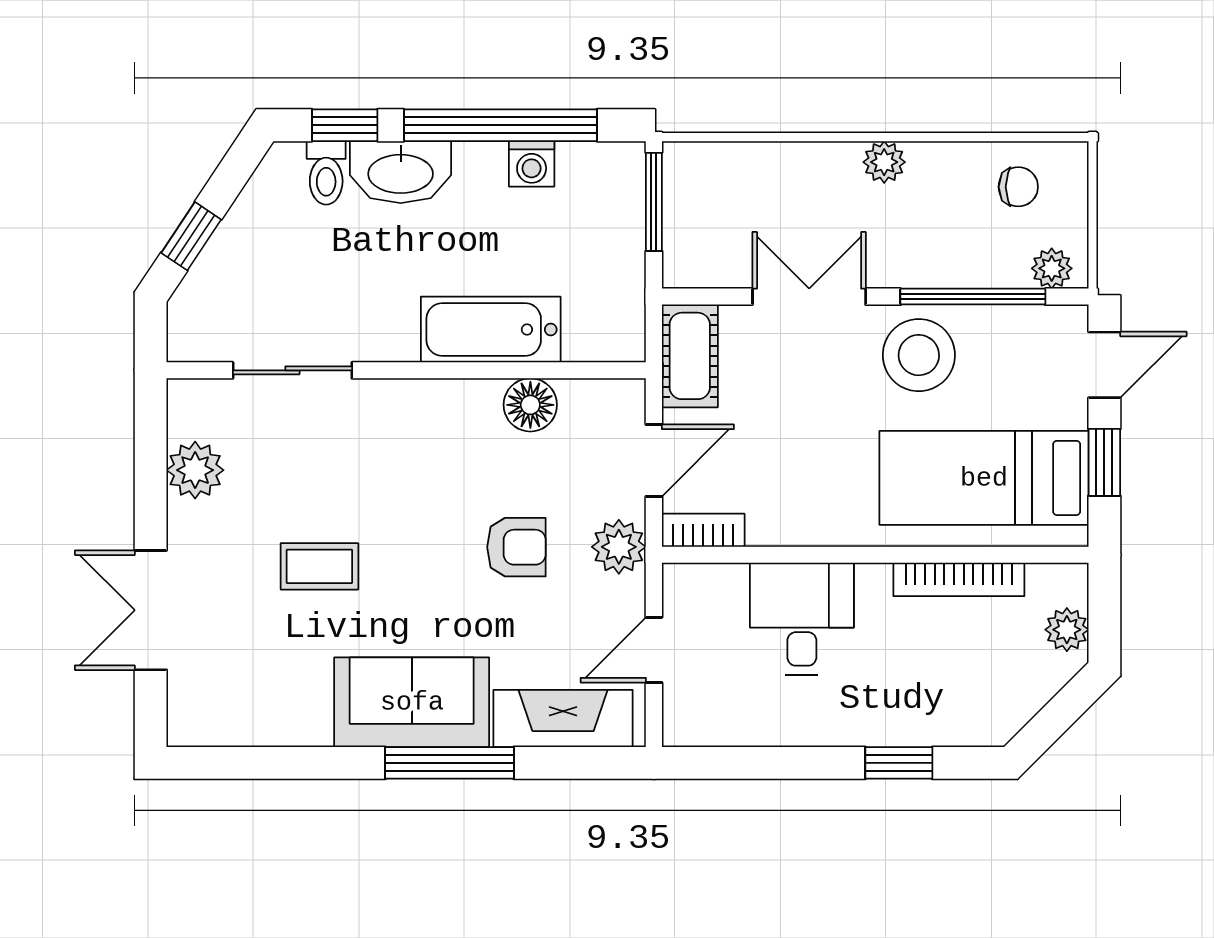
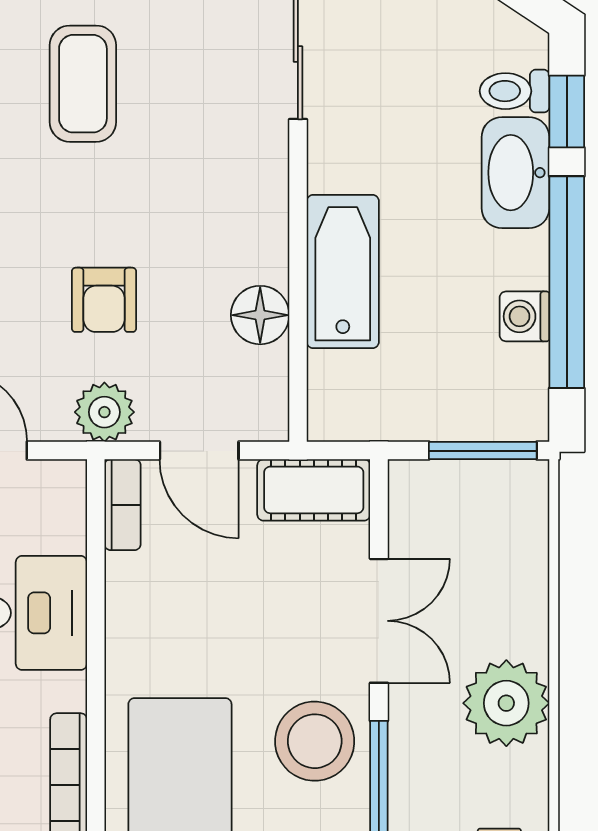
plant: (884, 162) -> (506, 703), width x1.88, depth x1.88
coffee table: (319, 566) -> (83, 84), width x1.36, depth x1.30

